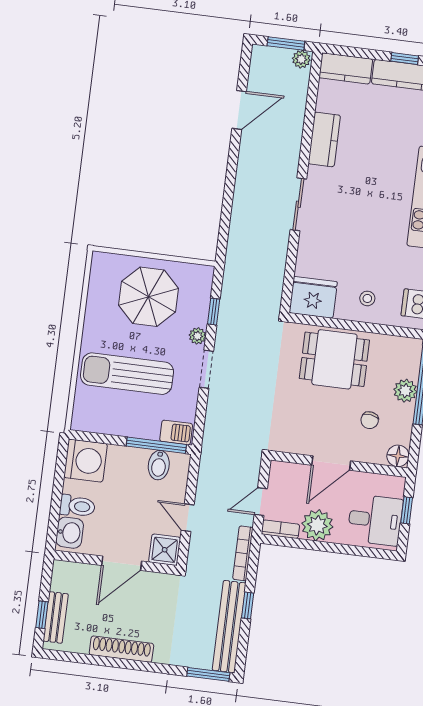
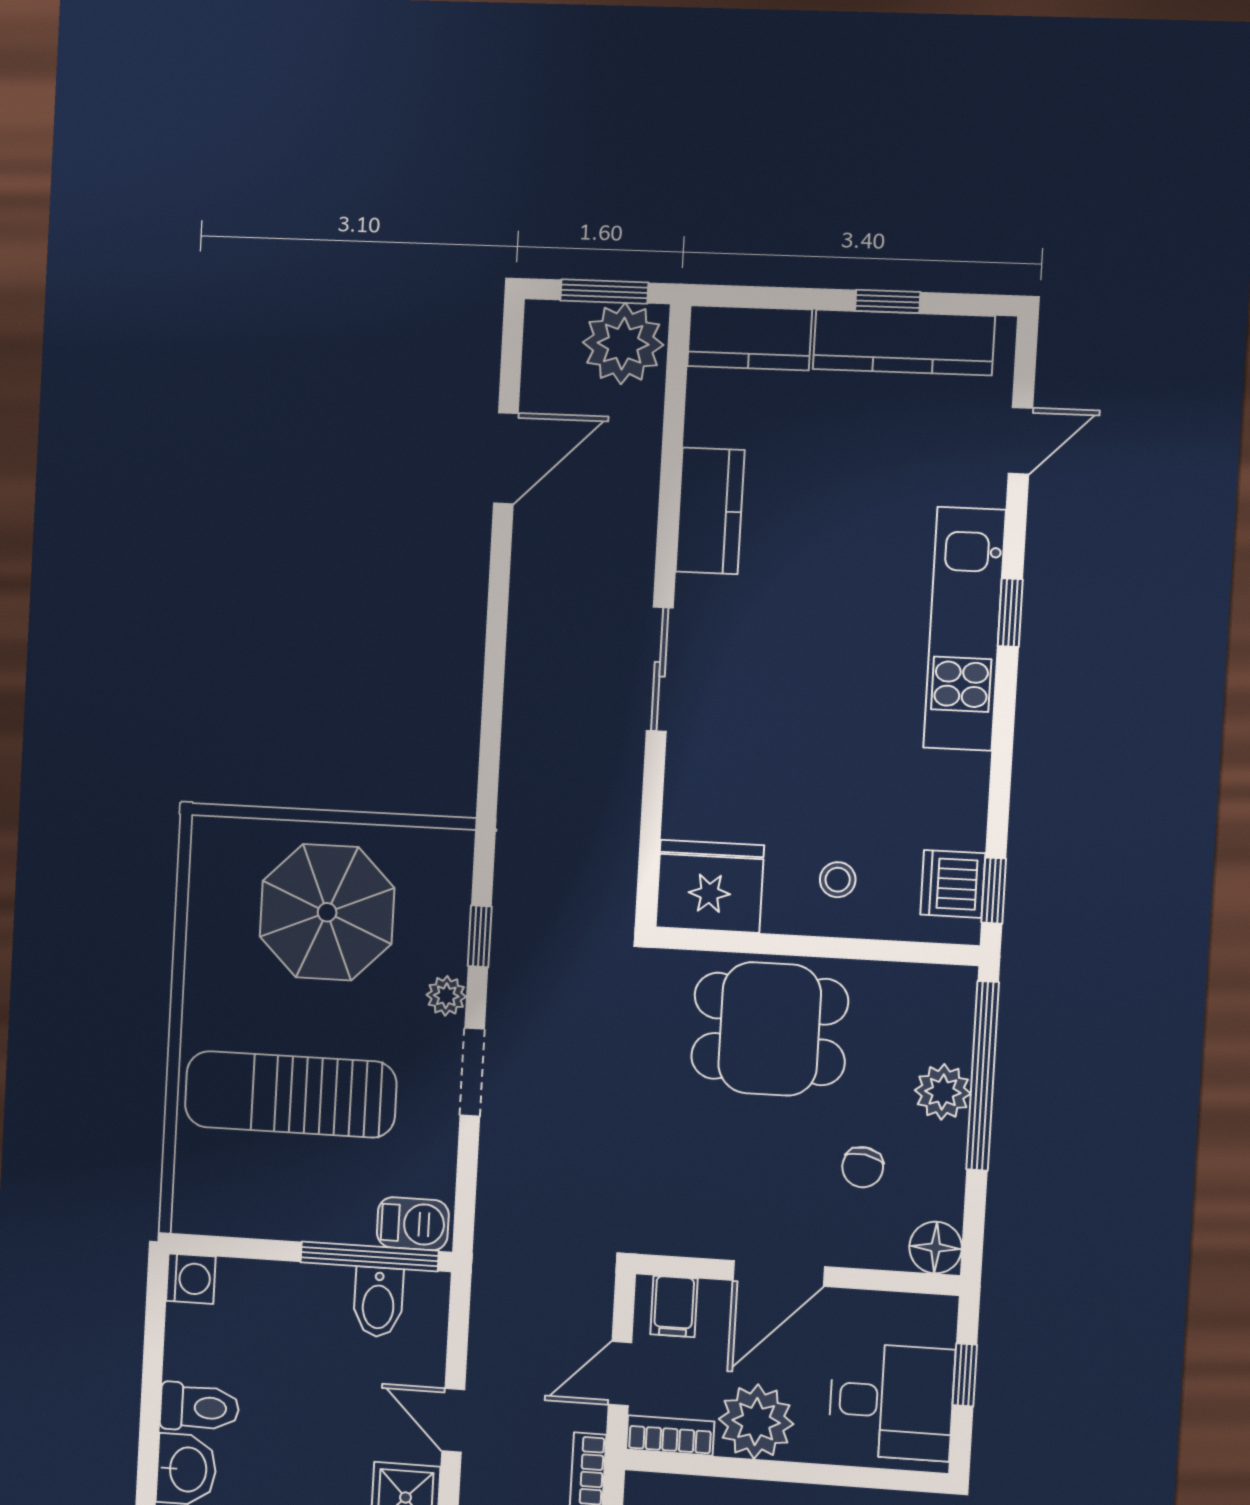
plant: (301, 59) -> (623, 344), width x1.87, depth x1.87
washing machine: (86, 461) -> (191, 1279), width x0.53, depth x0.53
filing cabinet: (286, 474) -> (674, 1306), added

